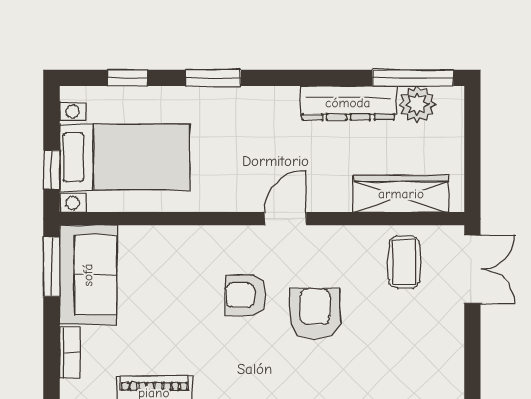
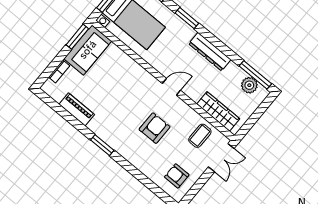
dresser: (348, 103) -> (210, 52), moved
armchair: (246, 295) -> (177, 176), moved

